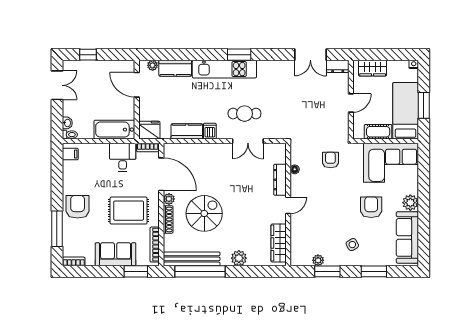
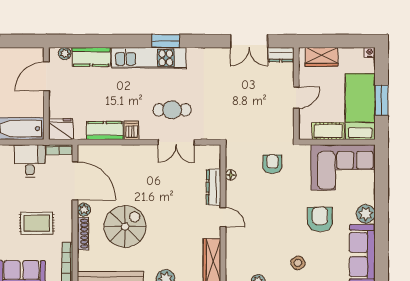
door: (137, 85) -> (46, 76), hinge flipped
door: (288, 205) -> (223, 217), hinge flipped
rug: (129, 211) -> (37, 223), width x0.73, depth x0.70

